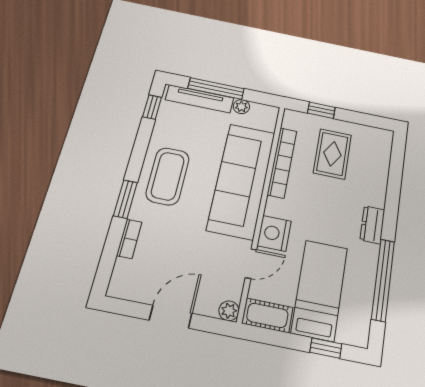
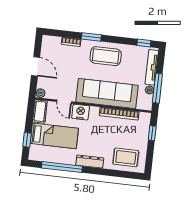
window: (216, 89) -> (157, 88), moved
rug: (332, 154) -> (126, 157), moved
dresser: (372, 225) -> (90, 162), width x1.44

